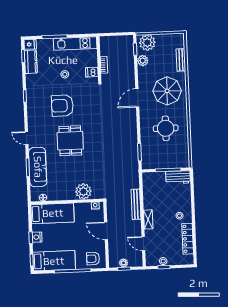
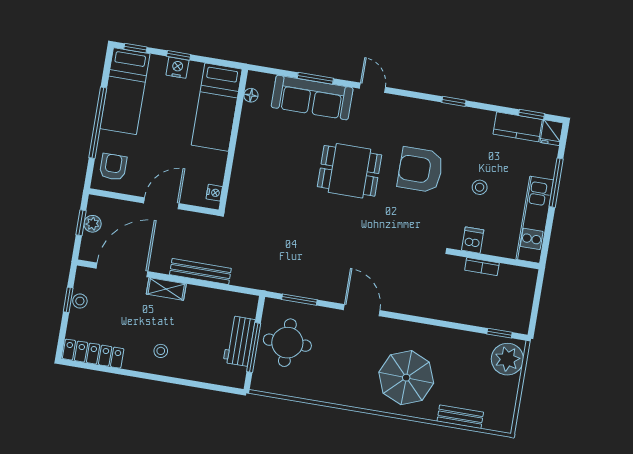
plant: (143, 61) -> (474, 343), removed
door: (137, 98) -> (362, 310), moved
armchair: (62, 106) -> (420, 170), turned -90
round table: (166, 128) -> (287, 343), moved
door: (27, 138) -> (372, 88), hinge flipped
workbench: (178, 177) -> (239, 341), moved
plant: (83, 191) -> (246, 176), removed
locker: (188, 239) -> (93, 354), moved
door: (143, 243) -> (122, 270), width x1.88

